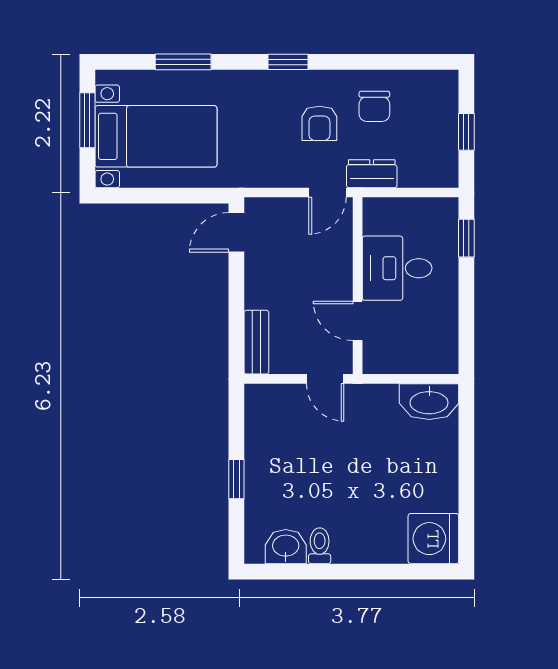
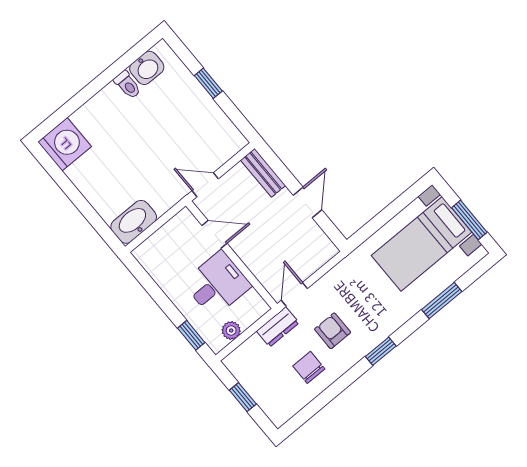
plant: (422, 209) -> (231, 330), added
door: (236, 232) -> (308, 202), moved

